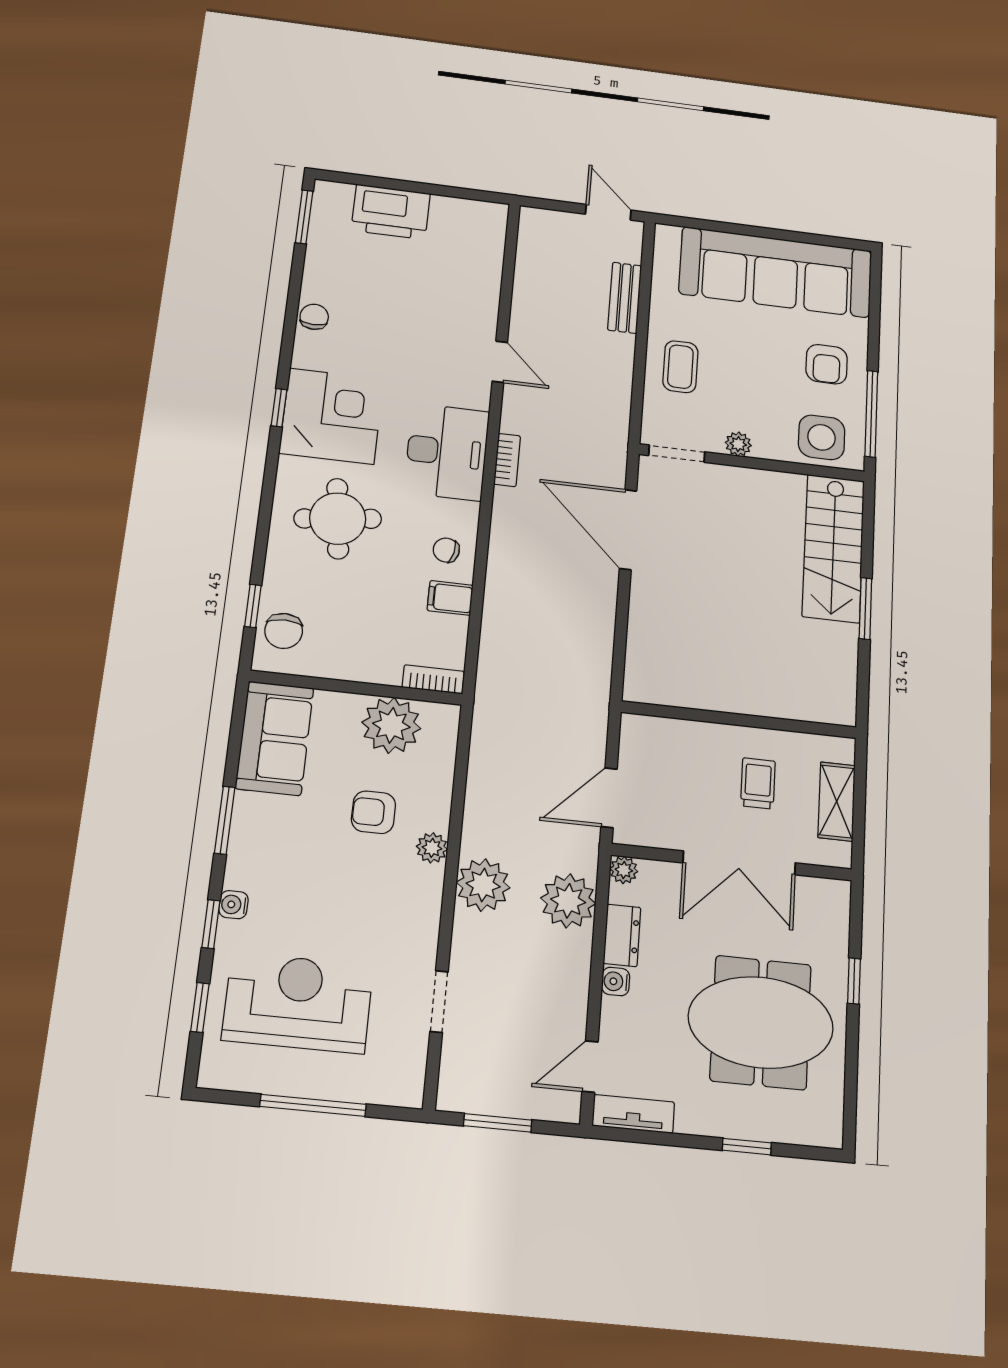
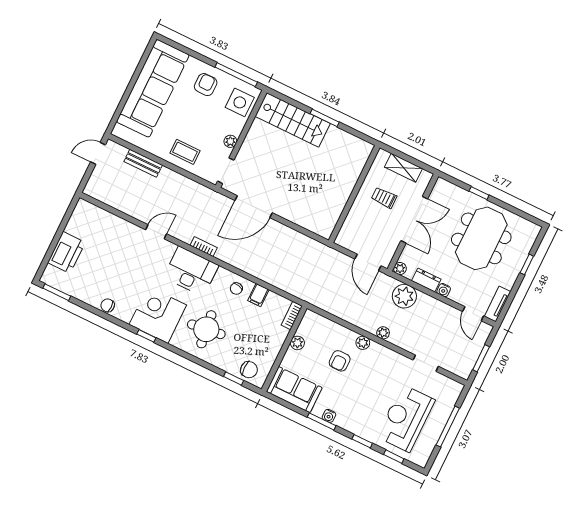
armchair: (827, 364) -> (206, 85), turned -90
plant: (391, 725) -> (297, 343), width x0.53, depth x0.53
plant: (483, 885) -> (383, 333), width x0.53, depth x0.53
water cooler: (233, 905) -> (329, 416), moved

